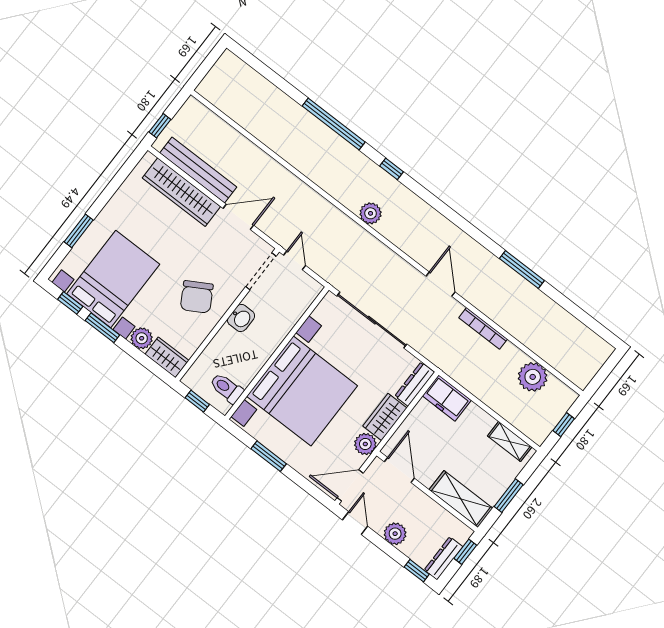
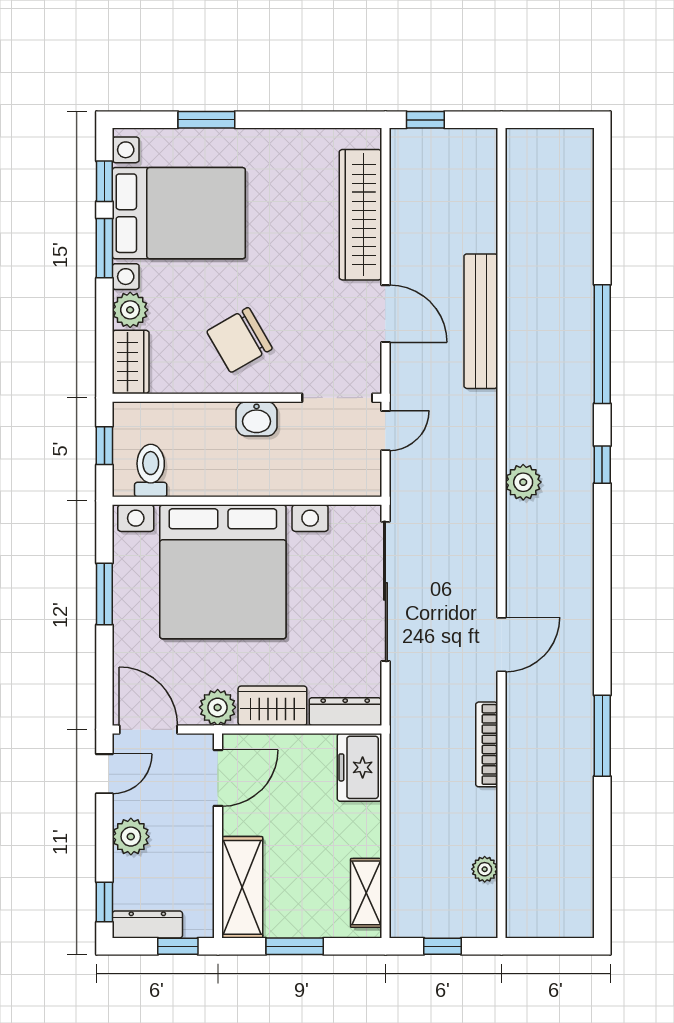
bench: (198, 170) -> (481, 321), moved
plant: (533, 377) -> (485, 869), width x0.53, depth x0.53

